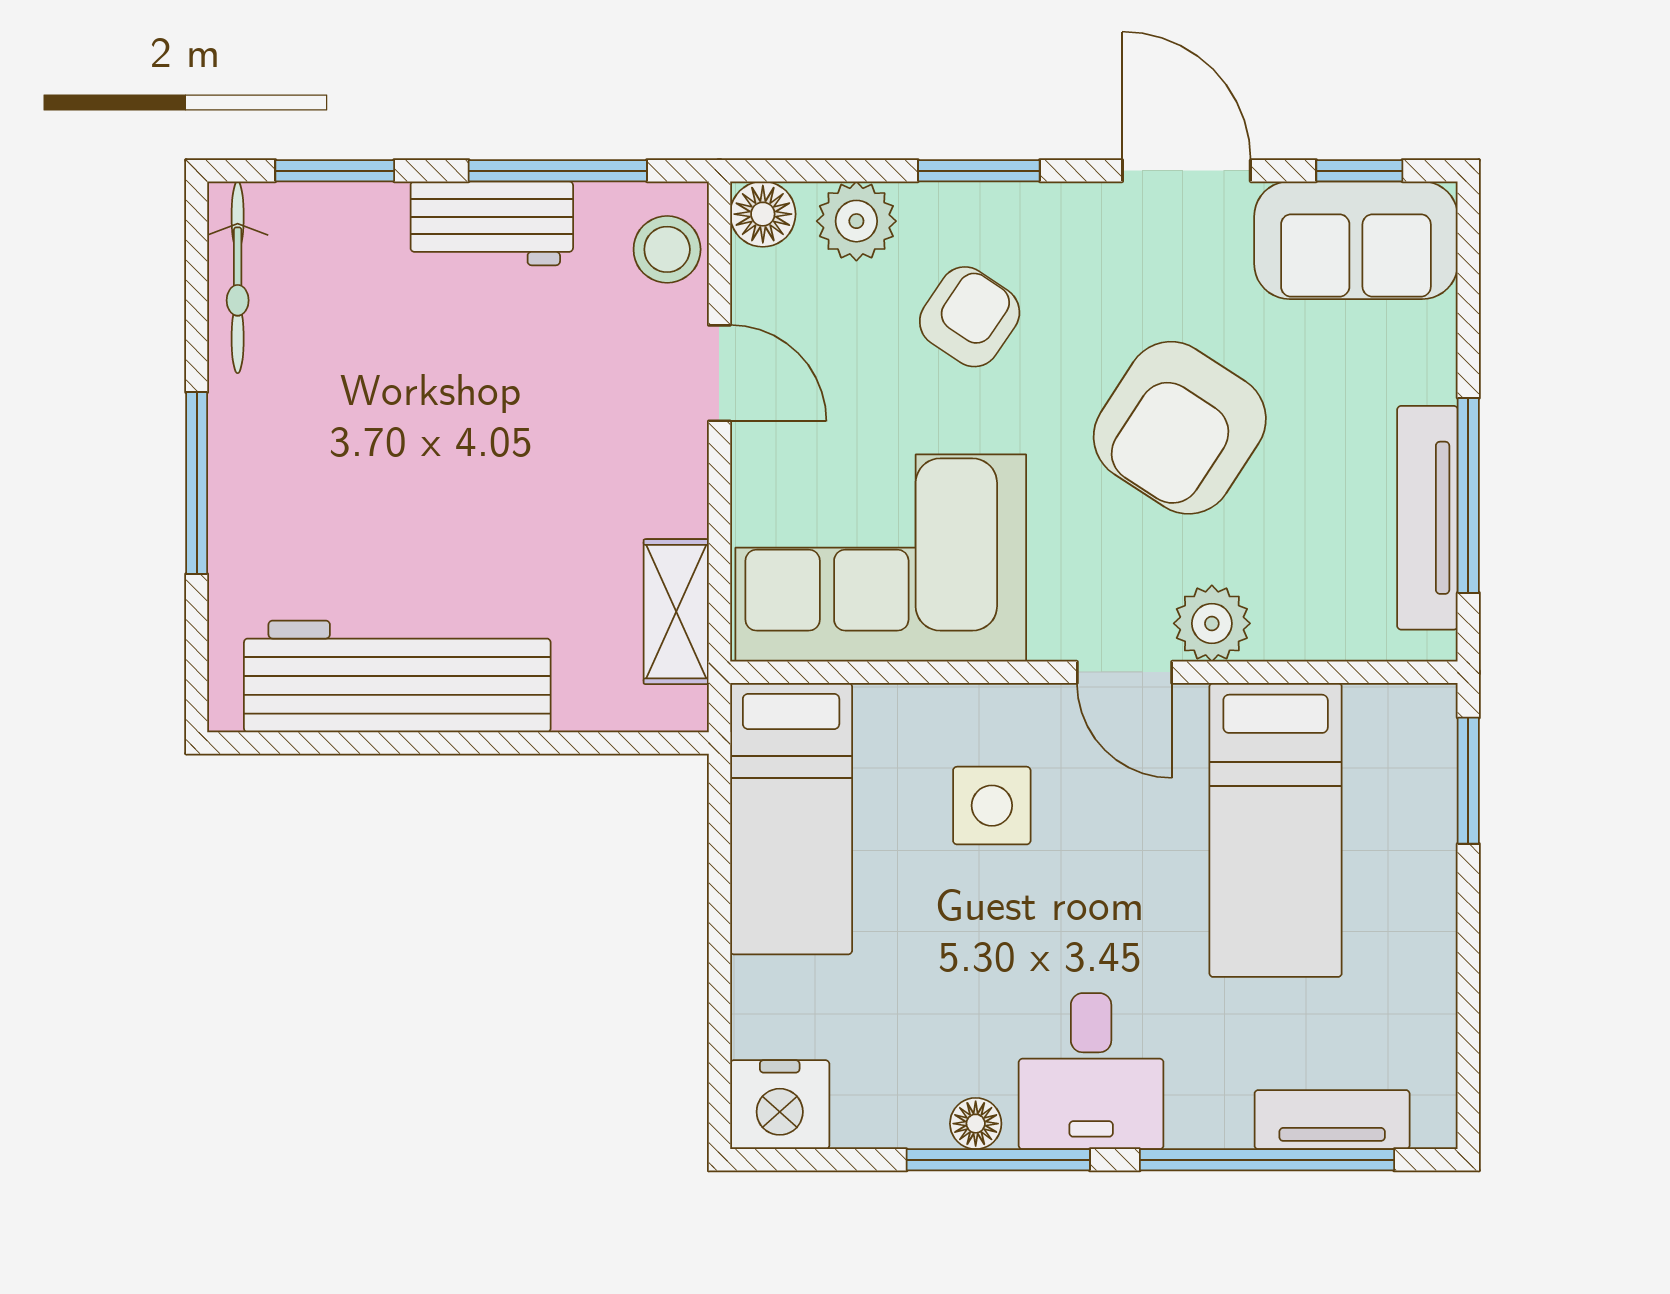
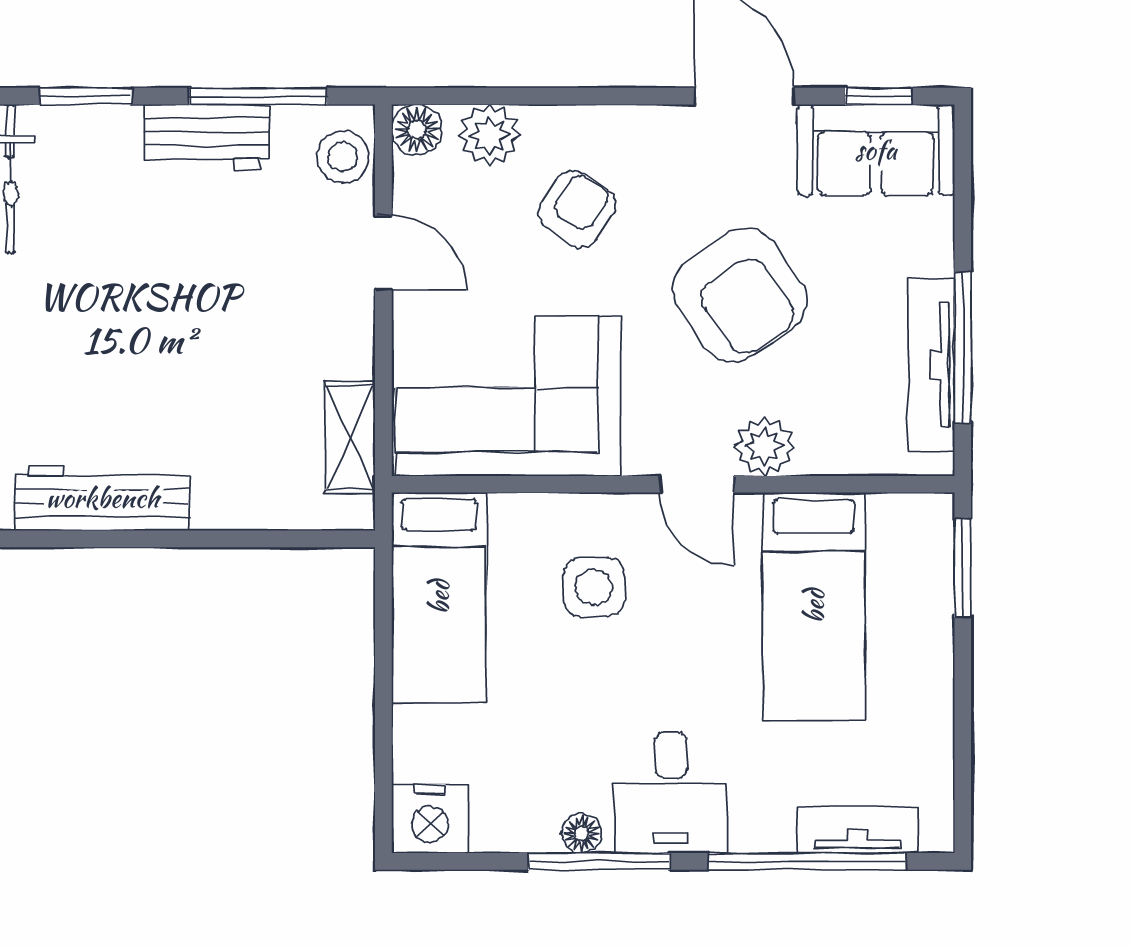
window: (979, 171) -> (584, 96), removed
armchair: (1180, 428) -> (740, 295), turned -68
workbench: (397, 677) -> (102, 498), width x0.73, depth x0.76

